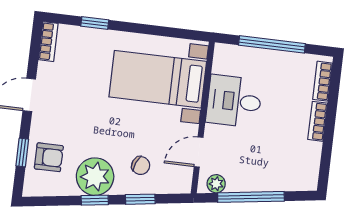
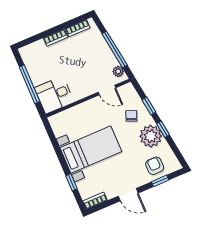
bed with nightstands: (158, 79) -> (91, 150), moved, turned -90
bookcase: (322, 81) -> (78, 28), moved
desk: (234, 101) -> (54, 95), moved, turned 90

